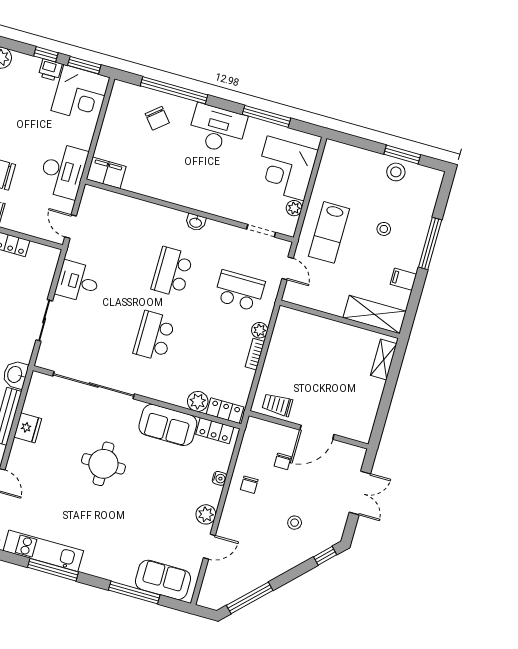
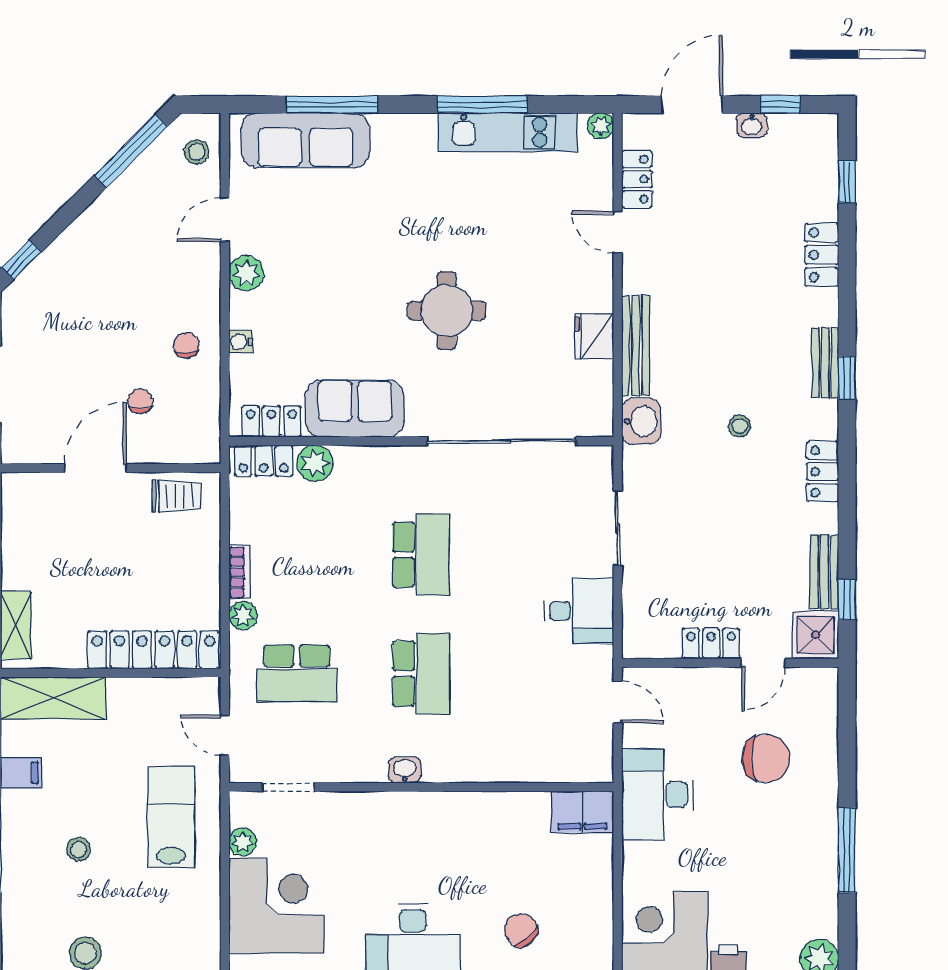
locker: (313, 325) -> (153, 650), added
stool: (295, 523) -> (197, 152), moved
sofa: (163, 580) -> (305, 140), width x1.36

